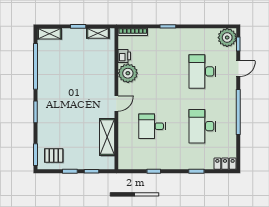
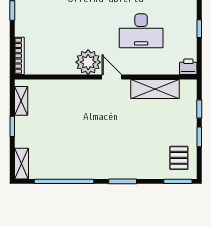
printer: (124, 56) -> (188, 67), moved
plant: (128, 73) -> (88, 62), moved
desk: (152, 126) -> (141, 31), width x1.37

